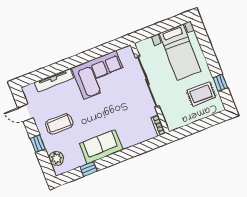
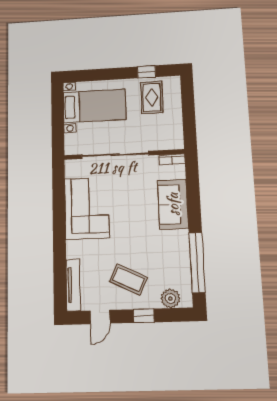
tv unit: (54, 80) -> (73, 285), moved
coffee table: (59, 124) -> (128, 279), turned -64
sofa: (101, 147) -> (173, 204), moved
window: (89, 169) -> (197, 262), width x3.17

